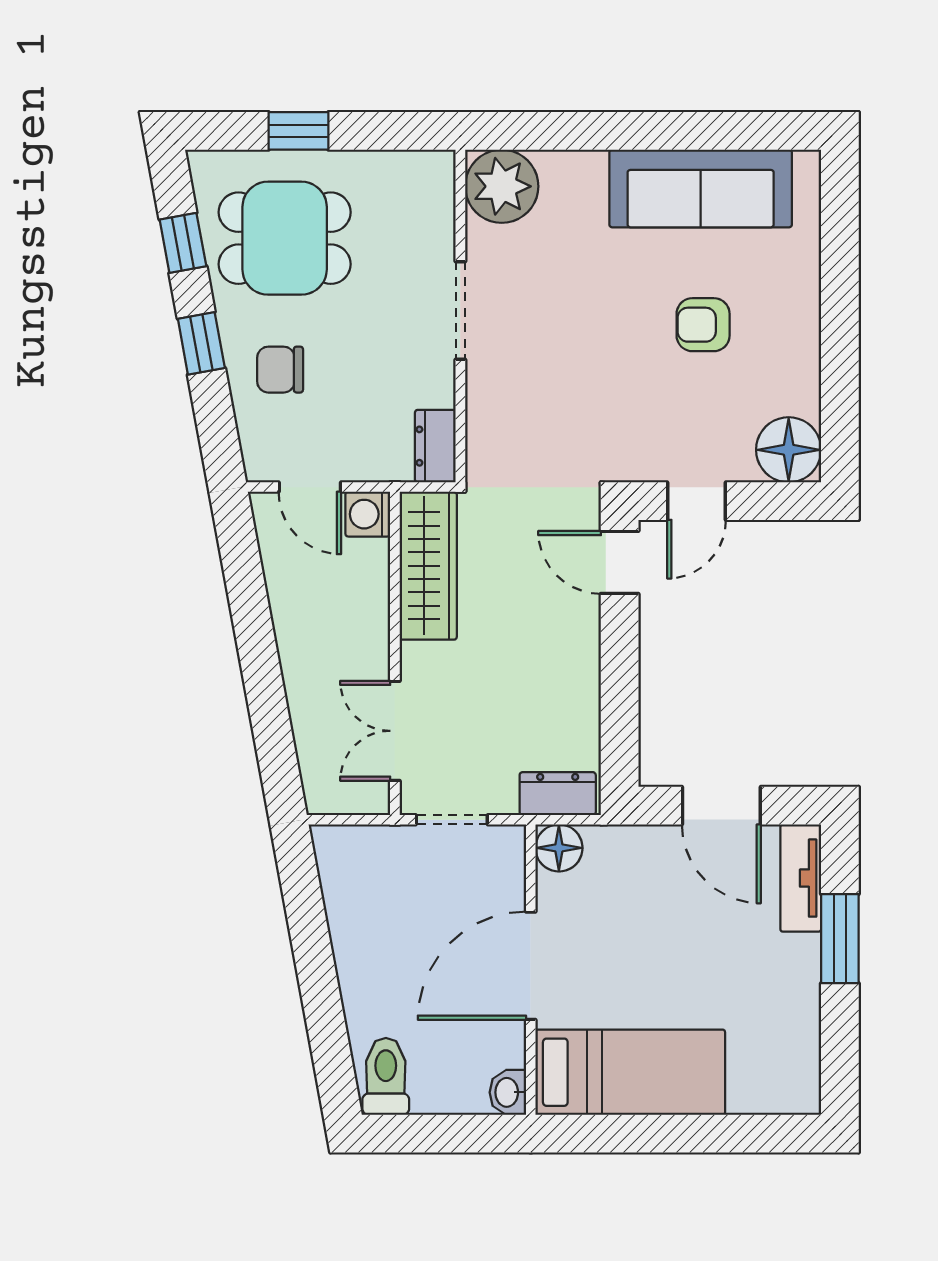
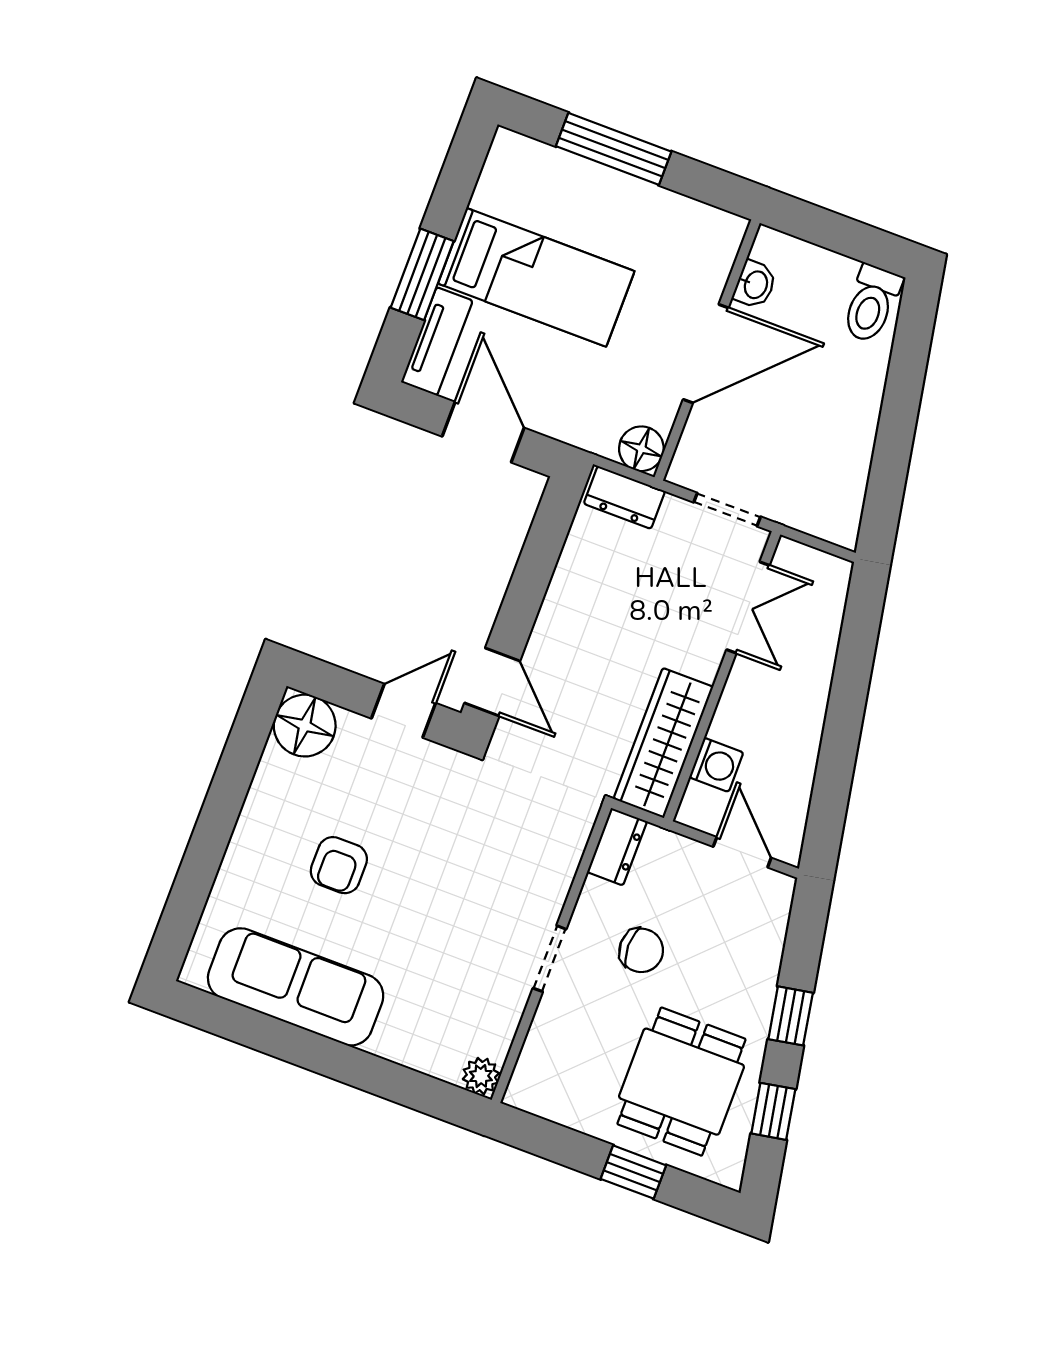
plant: (502, 186) -> (481, 1076), width x0.53, depth x0.53
dining table: (285, 238) -> (681, 1082), turned 90
doorway: (460, 311) -> (550, 959), width x0.73
armchair: (703, 325) -> (339, 865), turned 90
chair: (280, 370) -> (641, 950), moved
washing machine: (368, 514) -> (716, 765), moved
bed: (630, 1072) -> (536, 277), moved, turned 180
washbasin: (508, 1092) -> (755, 284), moved
window: (698, 1134) -> (614, 149), added

